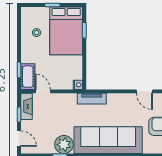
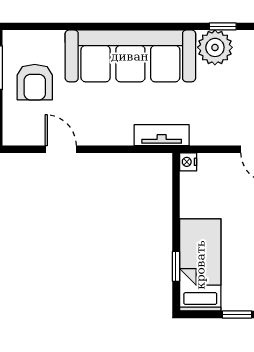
bed: (66, 31) -> (200, 265), width x0.67

